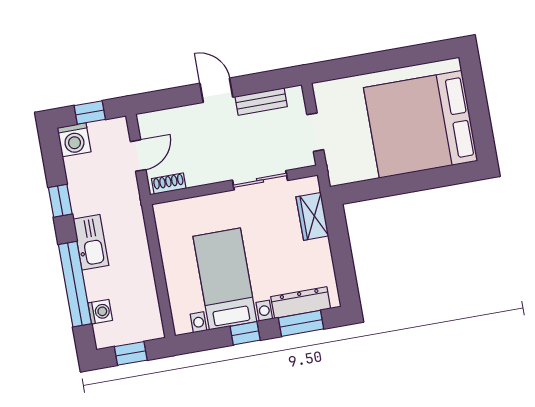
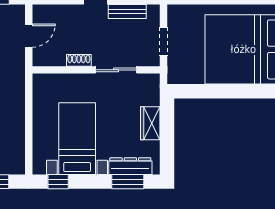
shoe rack: (169, 184) -> (79, 60), moved
wardrobe: (312, 216) -> (150, 123), moved
window: (245, 333) -> (58, 182), moved

